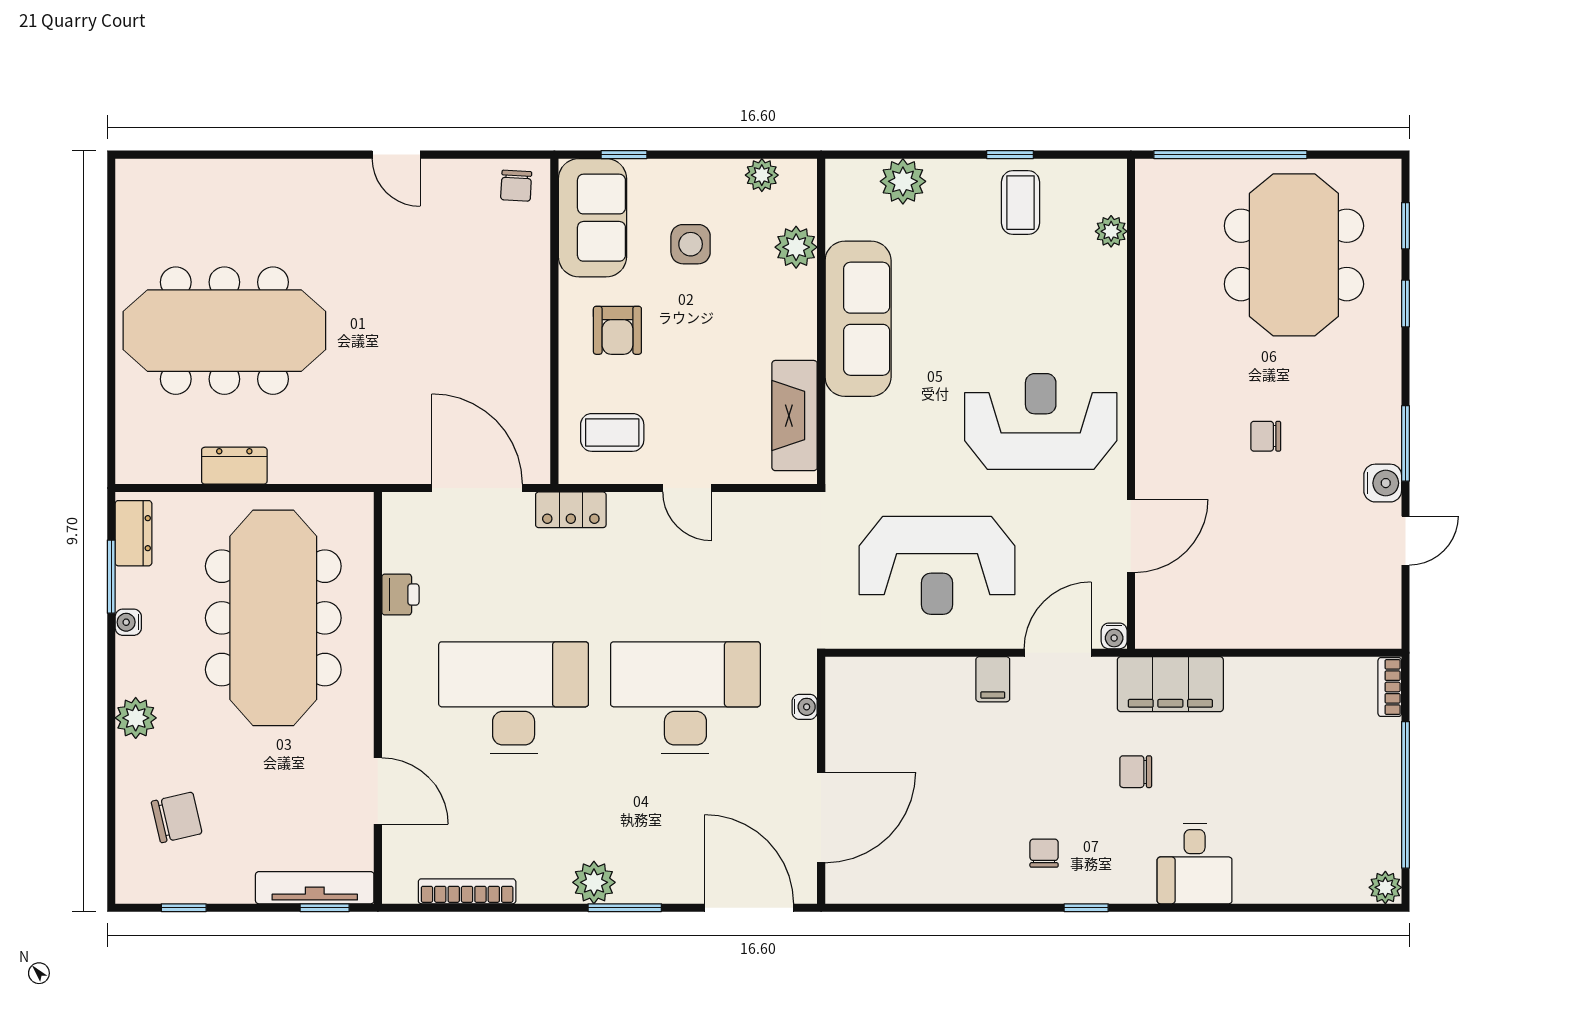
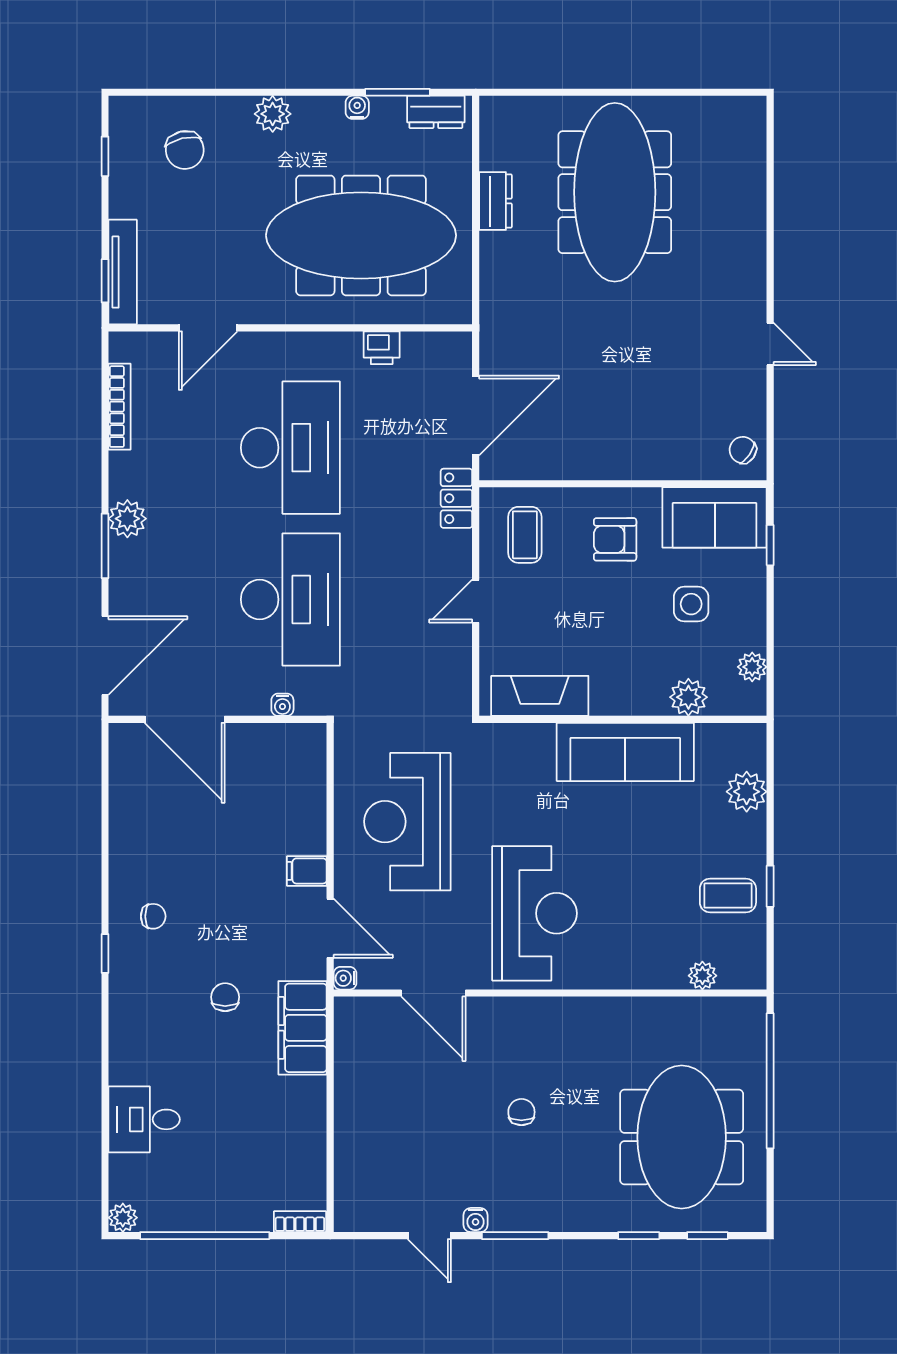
door: (396, 155) -> (770, 344), swing flipped
chair: (516, 186) -> (743, 450), turned 31
meeting table: (1294, 255) -> (682, 1137), turned 90
water cooler: (1383, 483) -> (476, 1220), width x0.72, depth x0.72
desk: (1195, 863) -> (144, 1119), moved

